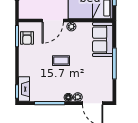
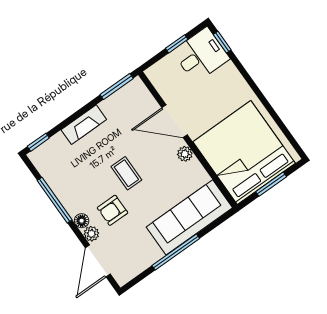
armchair: (27, 38) -> (113, 210), moved
sofa: (103, 39) -> (189, 217), width x1.36
fireplace: (24, 89) -> (84, 125), moved

